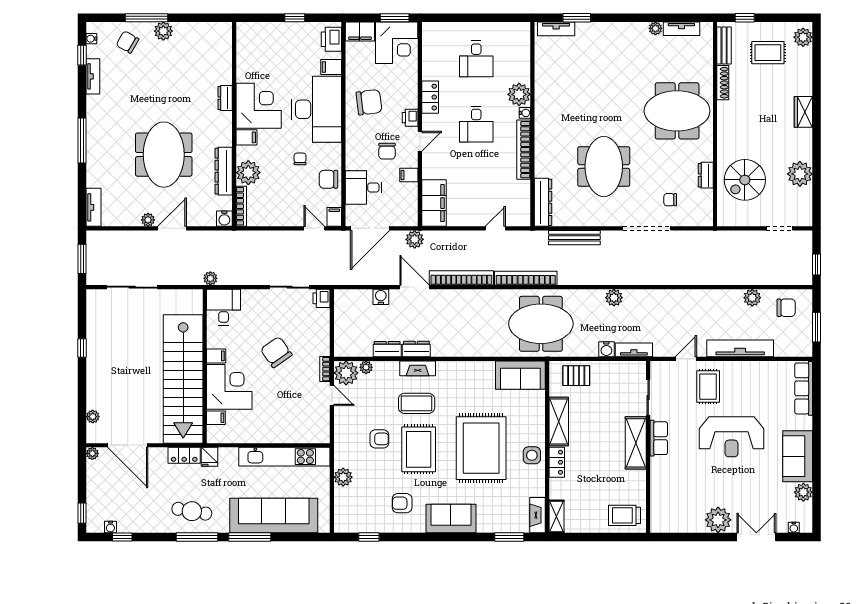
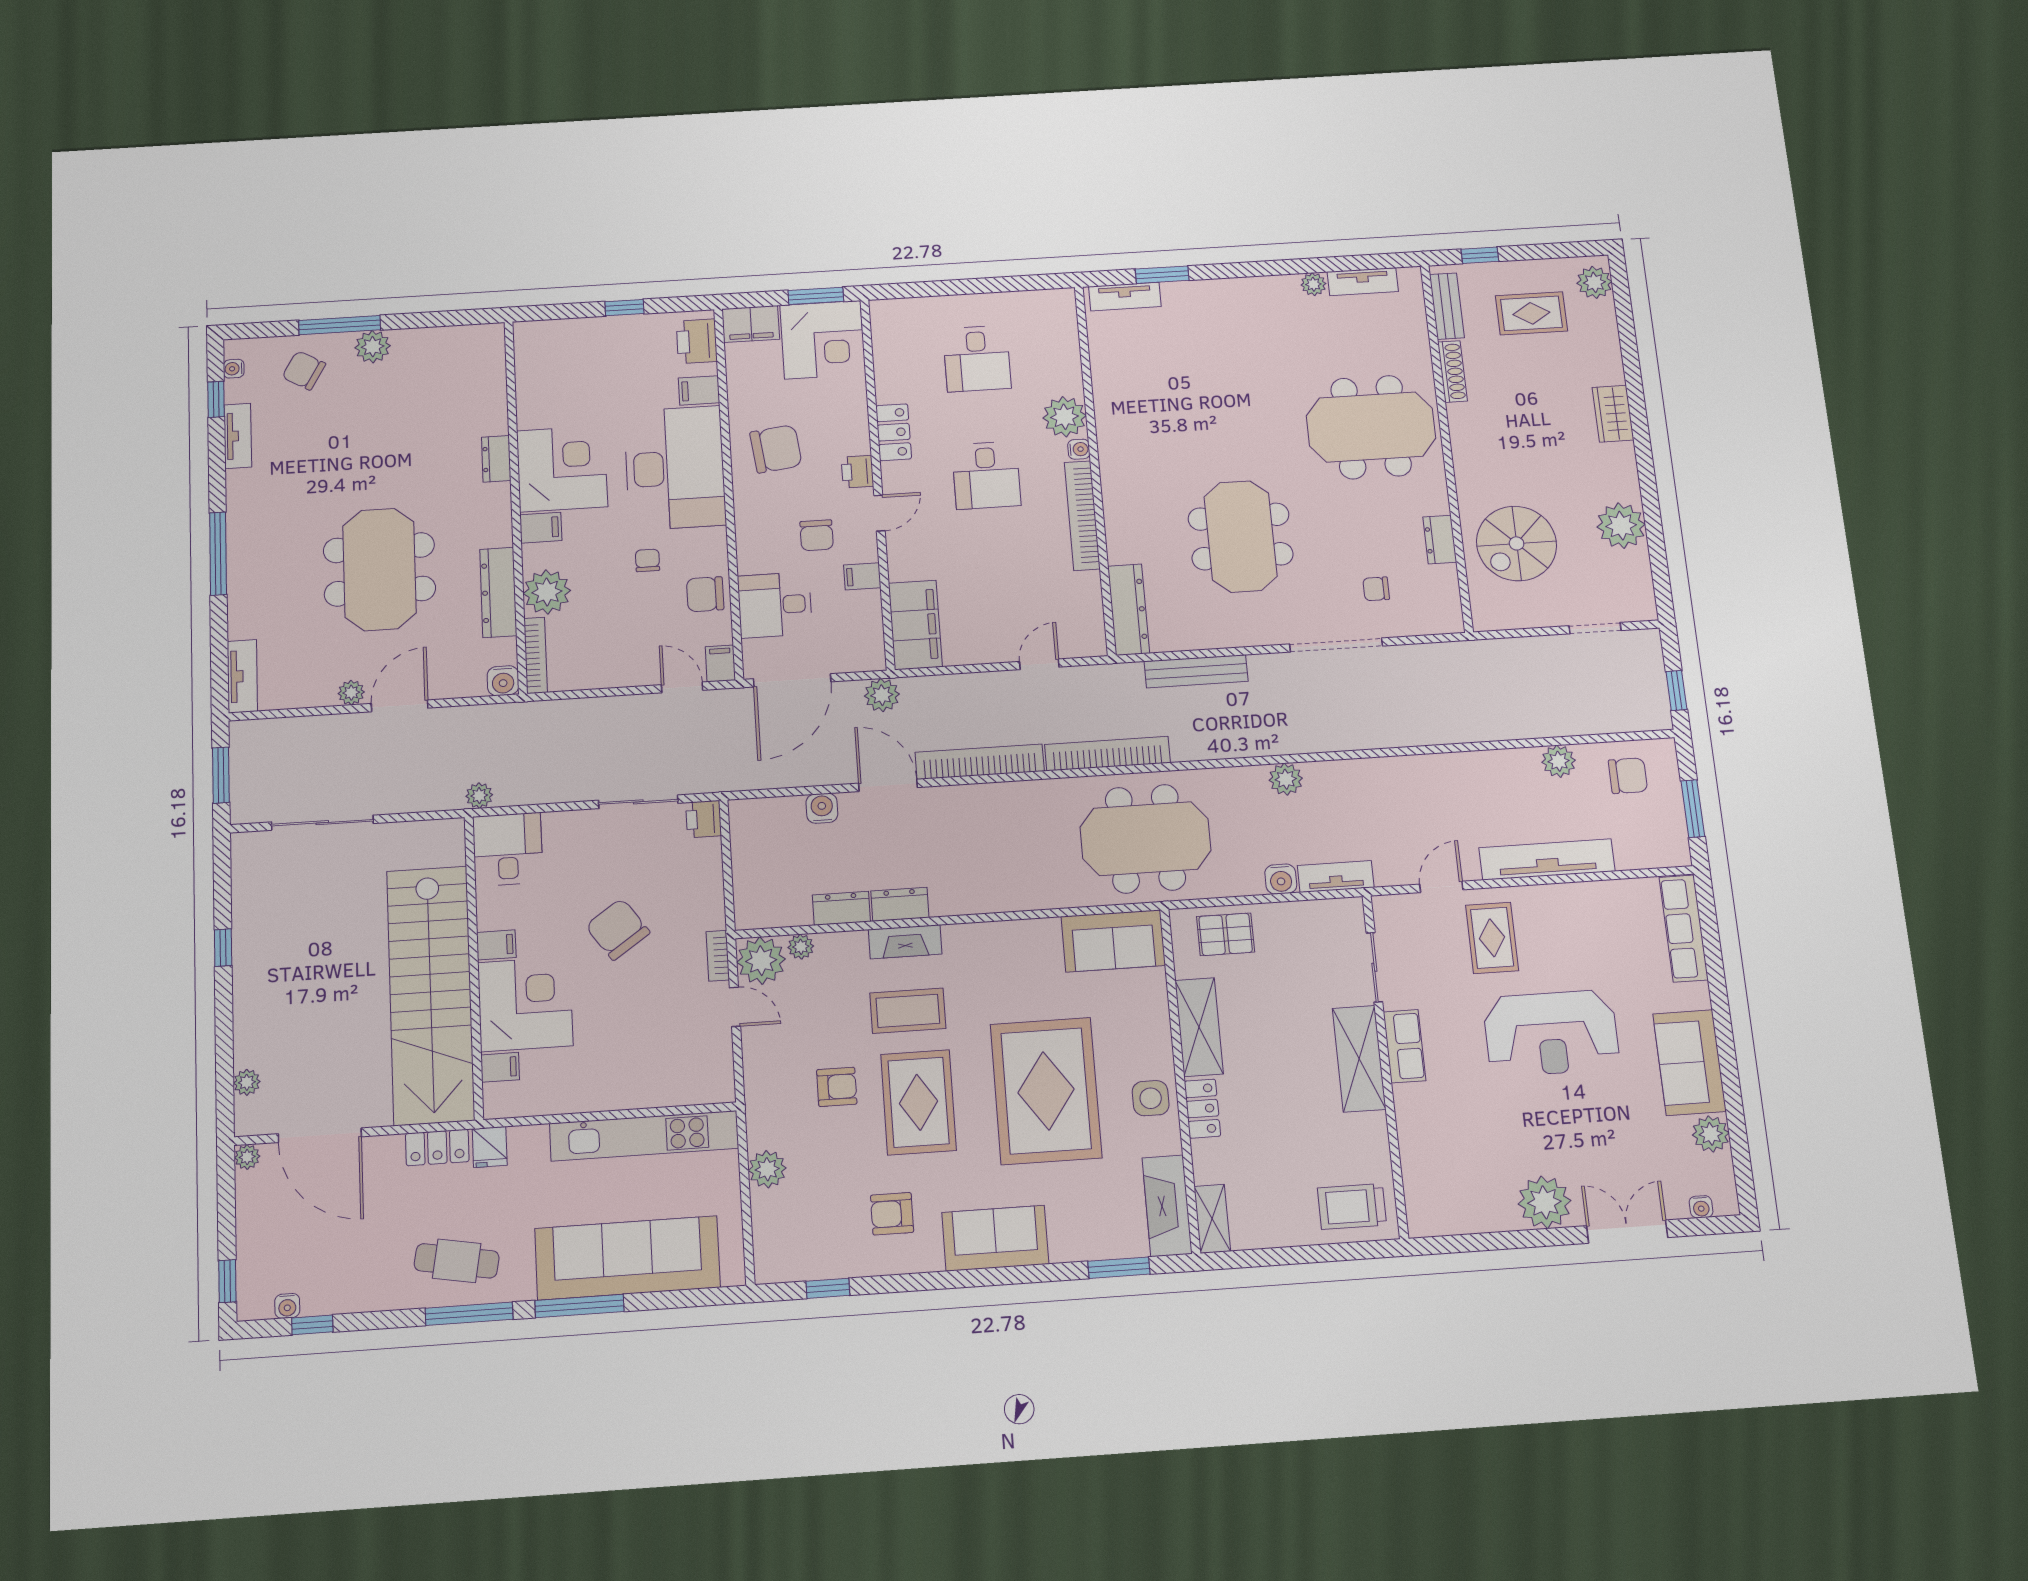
fireplace: (538, 515) -> (1167, 1206), width x1.37, depth x1.32

